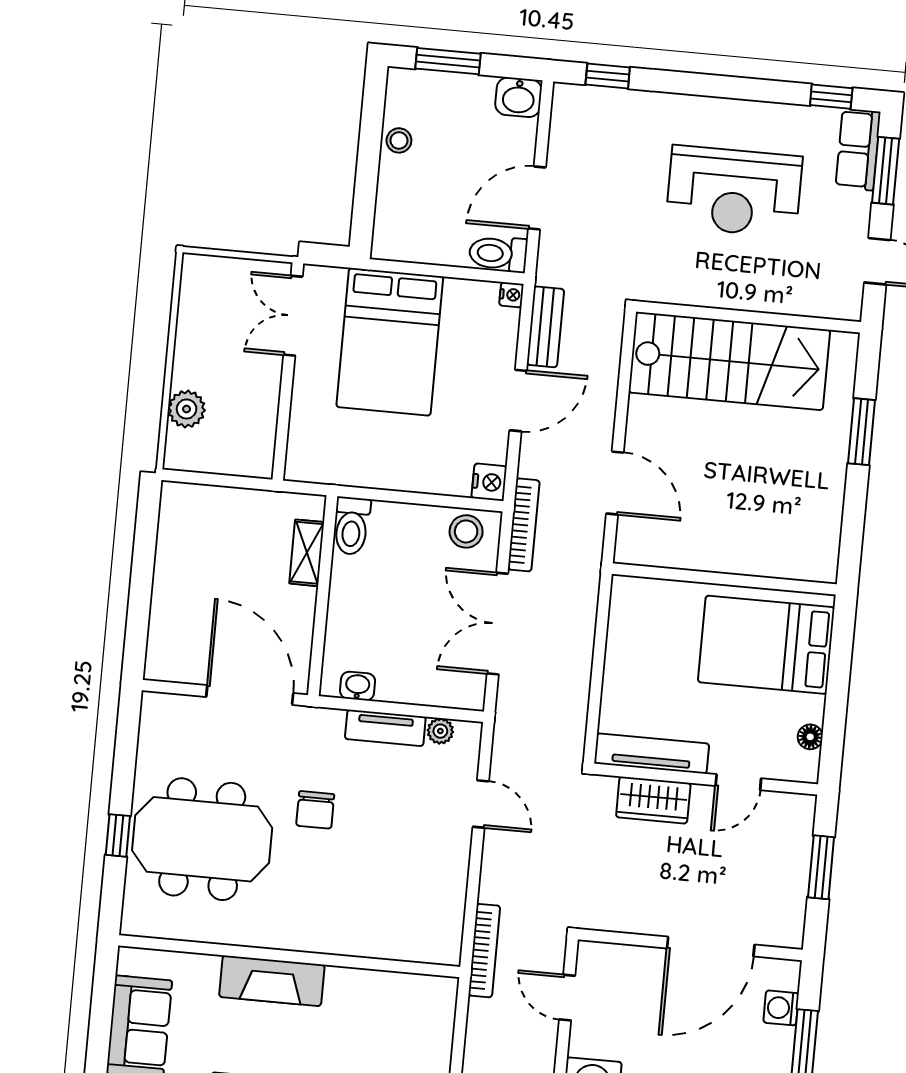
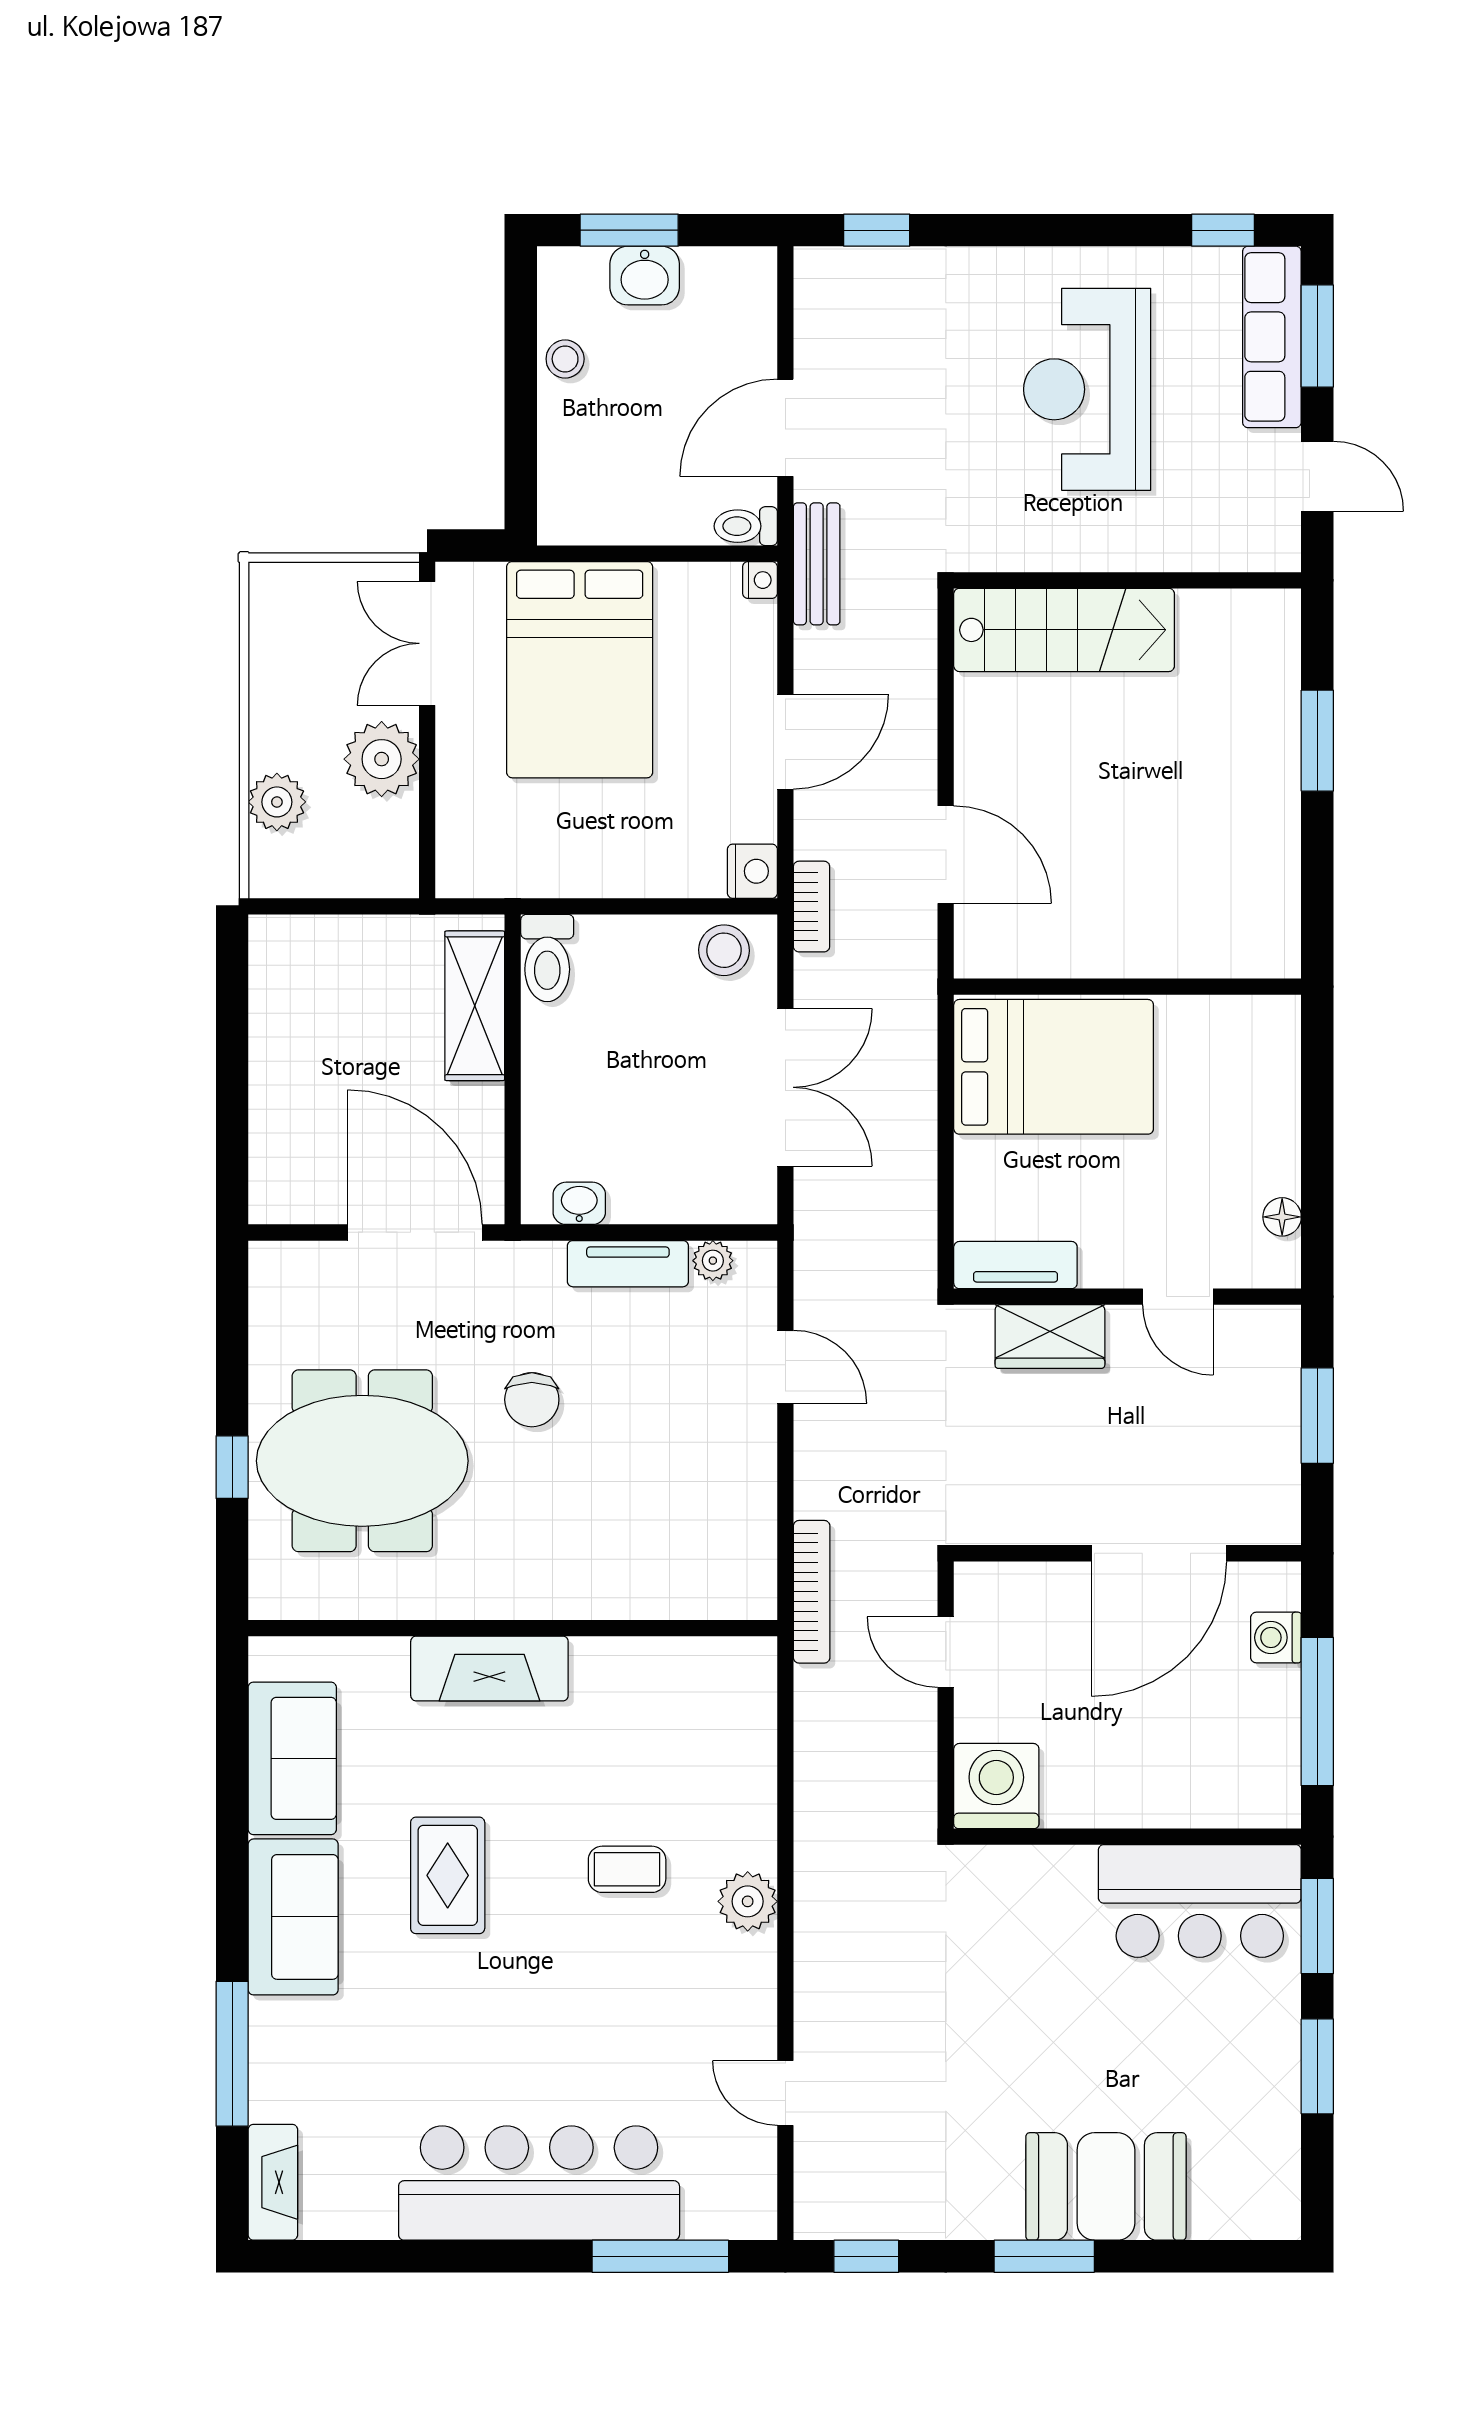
washbasin: (519, 97) -> (645, 276), moved
row of seats: (858, 150) -> (1272, 337), width x1.48
reception desk: (734, 191) -> (1087, 389), turned 90
toilet: (498, 254) -> (746, 526), width x0.73, depth x0.72
bench: (545, 327) -> (817, 564), moved
stairs: (729, 361) -> (1064, 630), width x0.73, depth x0.66
plant: (257, 388) -> (382, 759), added
bookcase: (524, 525) -> (811, 907), width x0.64
shelving: (307, 553) -> (475, 1006), width x1.50, depth x1.33
double door: (497, 624) -> (785, 1087), swing flipped
bed: (766, 645) -> (1054, 1067), moved, turned 180
tv unit: (652, 754) -> (1015, 1265), width x0.71
door: (738, 782) -> (1178, 1297), hinge flipped

